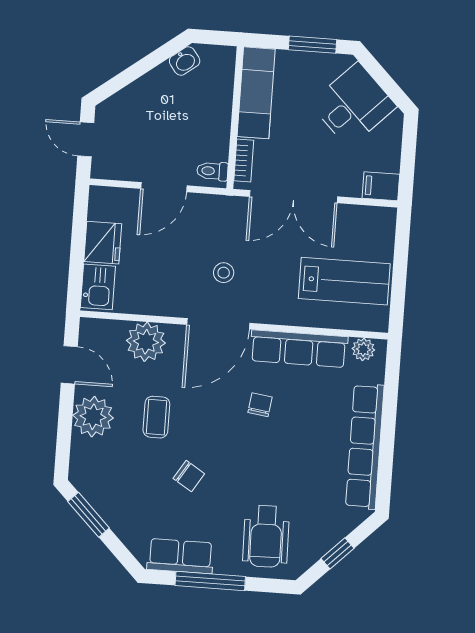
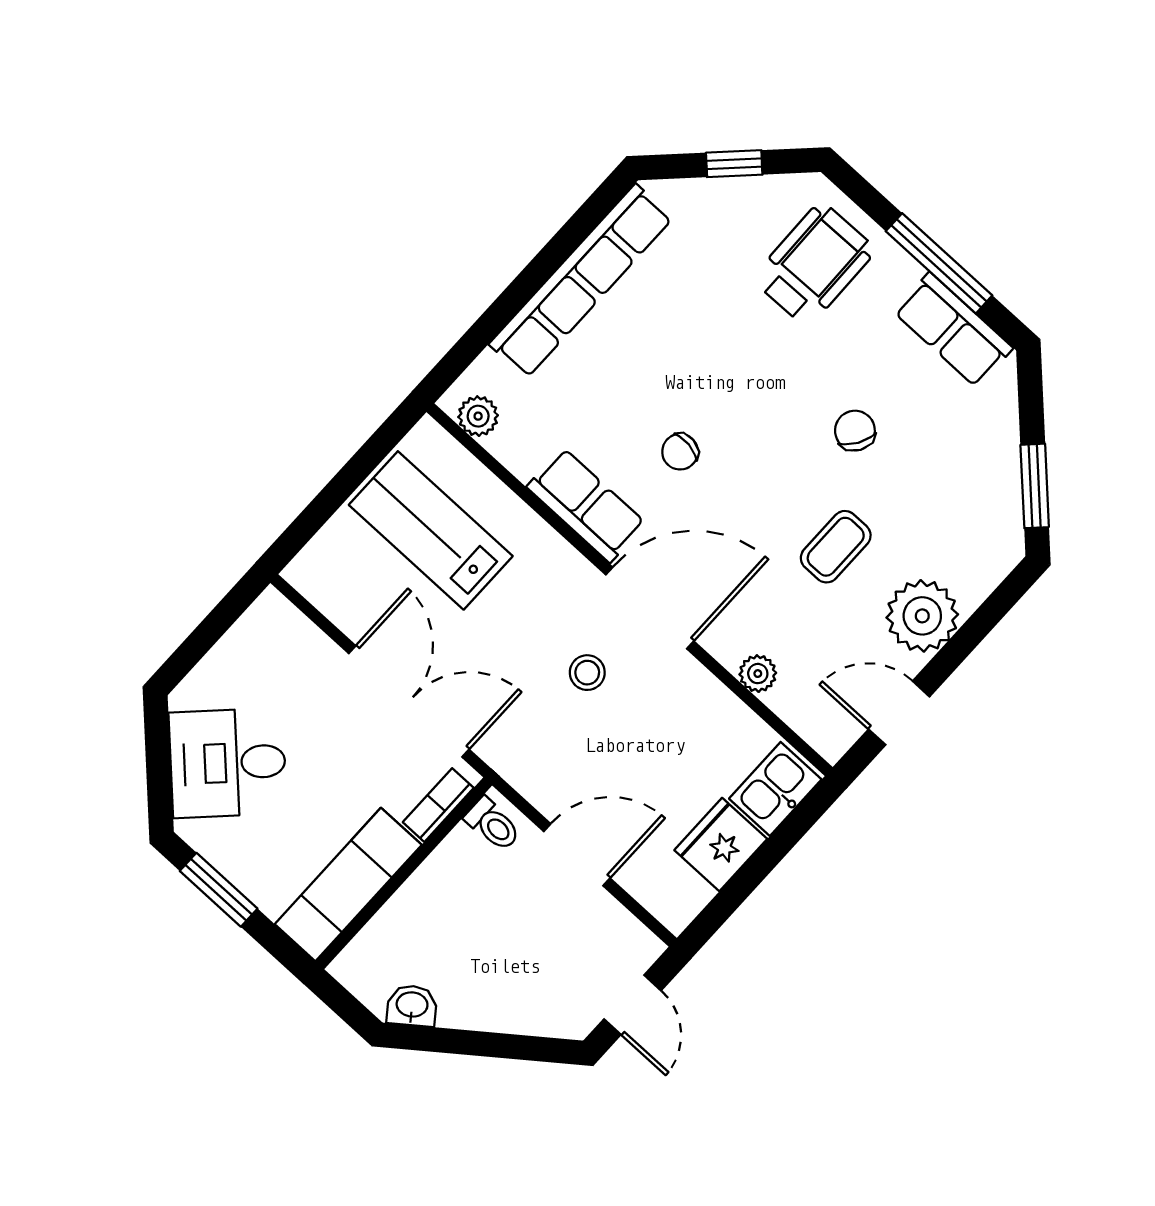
filing cabinet: (381, 186) -> (278, 621), removed
plant: (146, 342) -> (758, 674), width x0.53, depth x0.53
row of seats: (299, 349) -> (586, 505), width x0.68
door: (69, 365) -> (899, 713), hinge flipped

